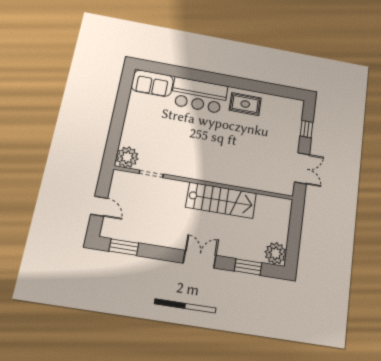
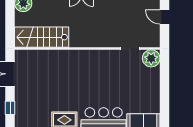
stairs: (221, 200) -> (42, 37), moved

